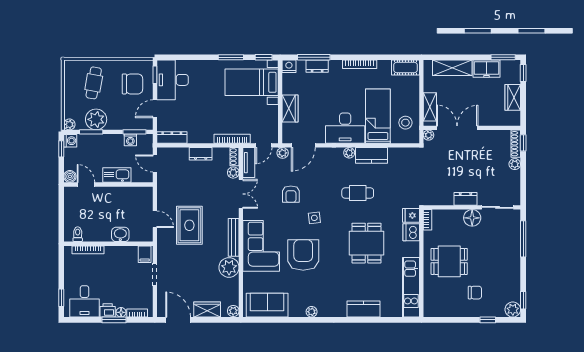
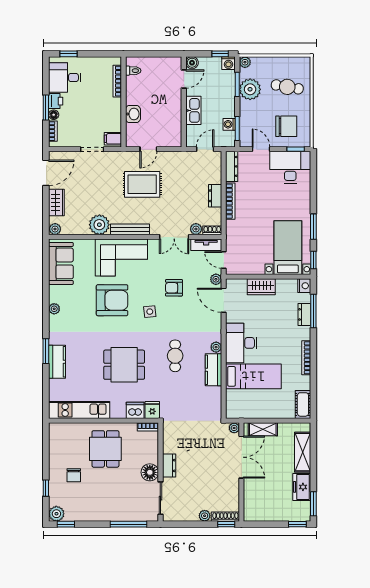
chair: (132, 84) -> (286, 126), turned -90
wardrobe: (513, 97) -> (272, 514), removed
stool: (405, 123) -> (247, 404), removed
bookcase: (232, 139) -> (230, 201), moved
window: (353, 320) -> (46, 351), added

